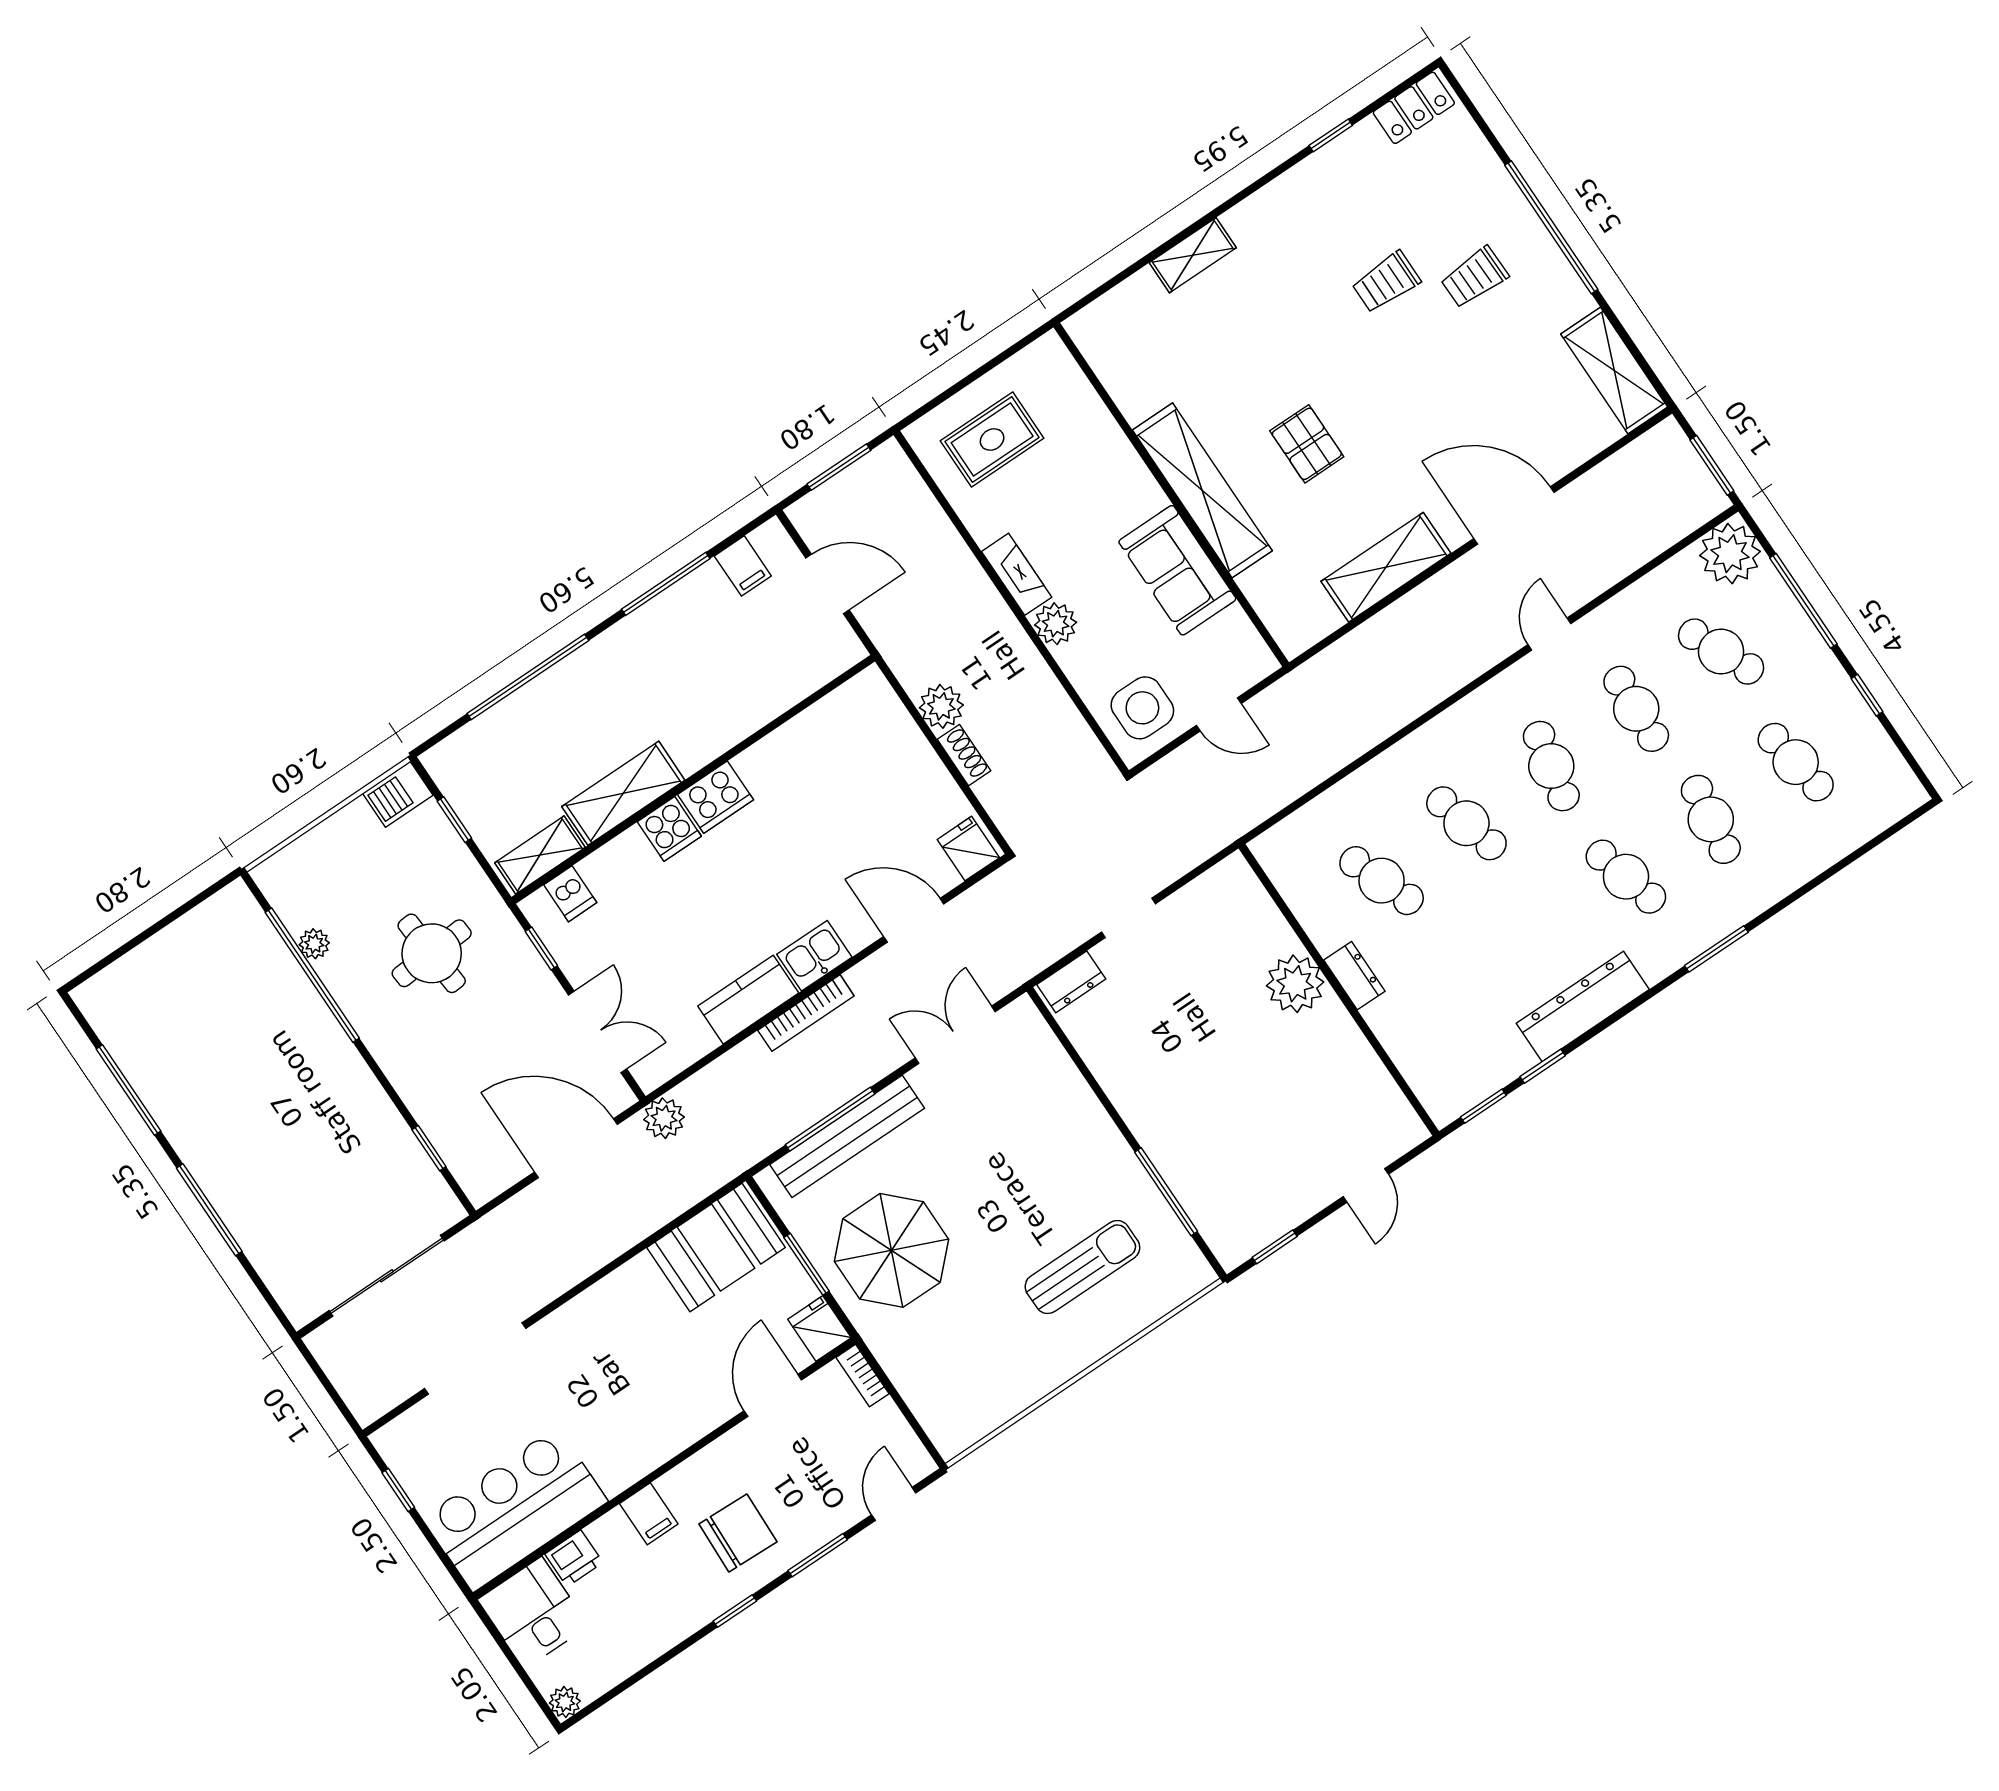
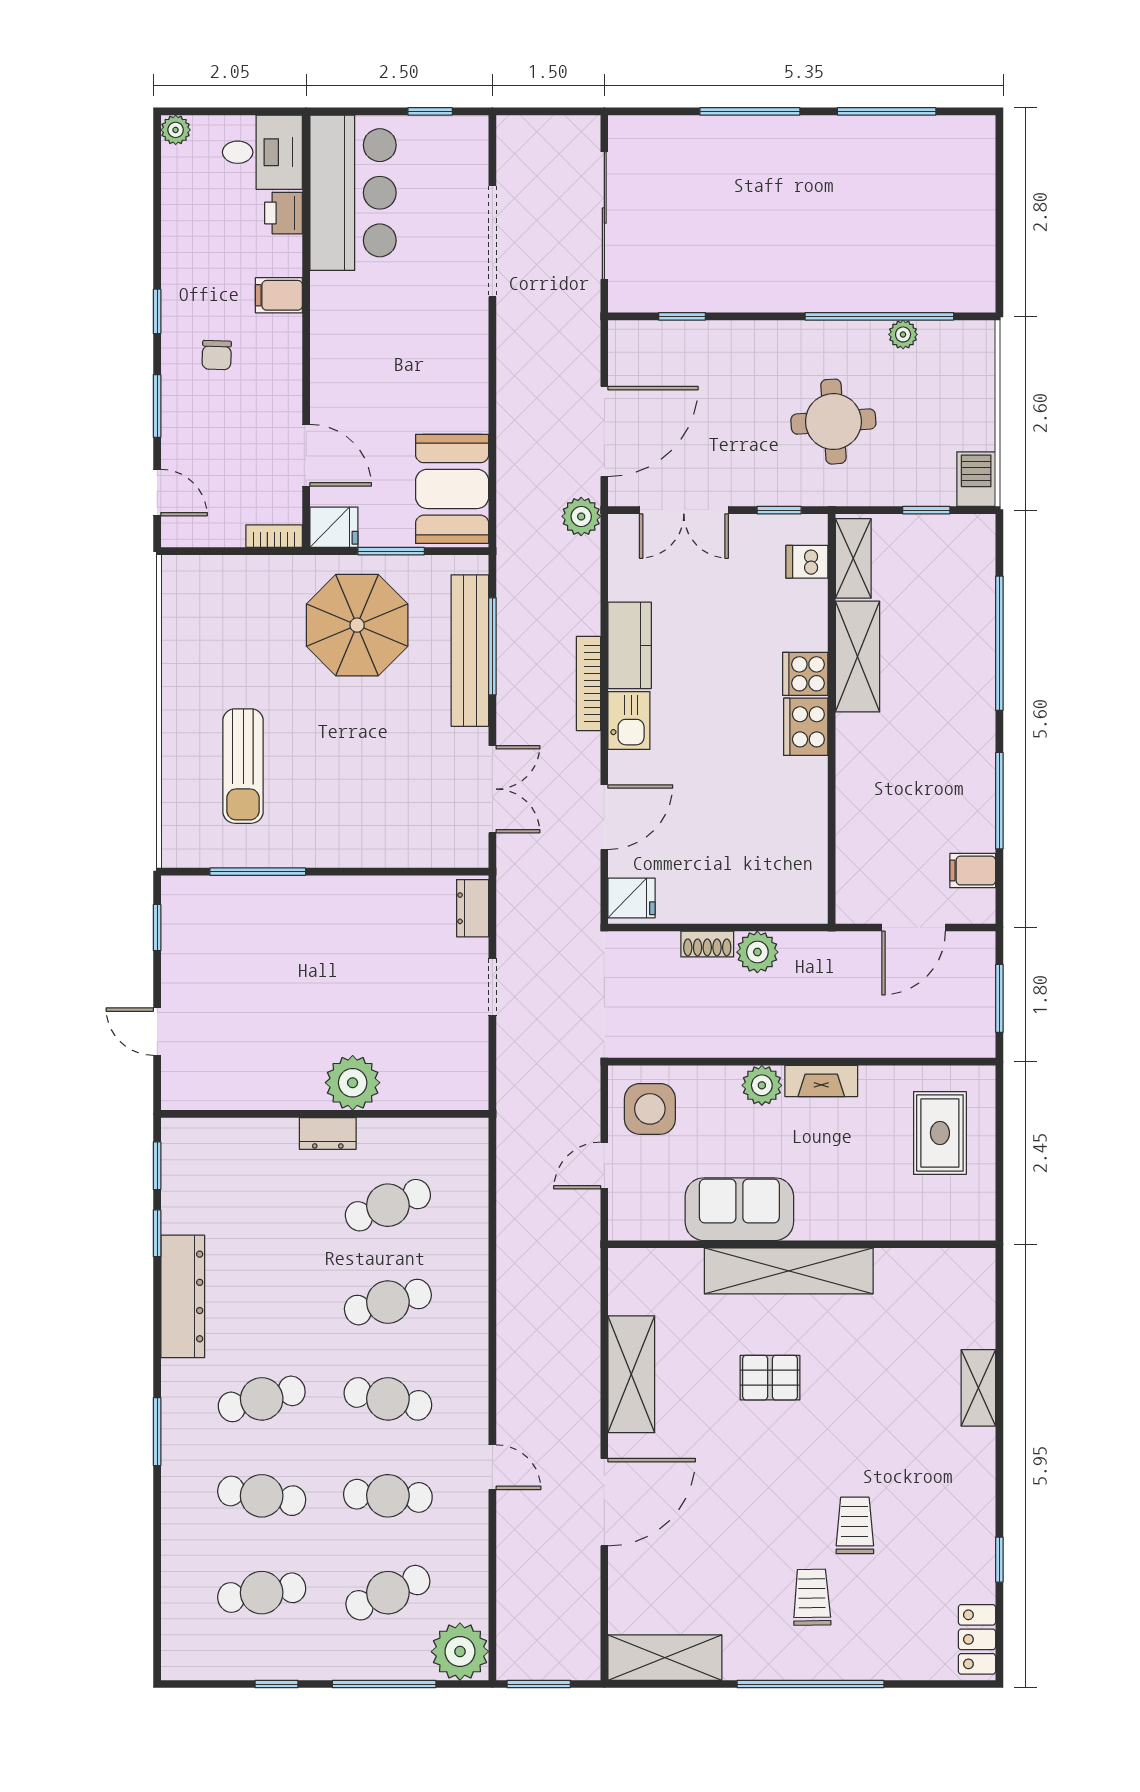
chair: (738, 1533) -> (217, 355), width x0.54, depth x0.54

